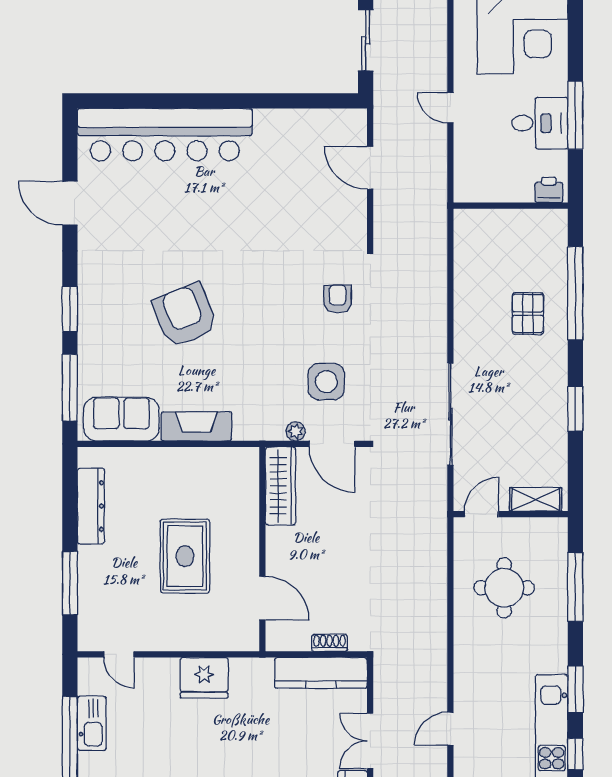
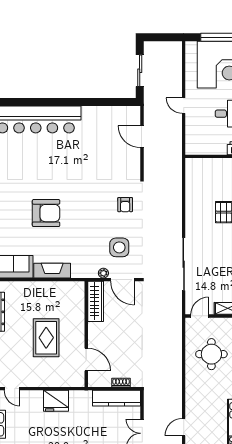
armchair: (338, 299) -> (125, 205), turned 180
armchair: (185, 315) -> (46, 213), turned 112

